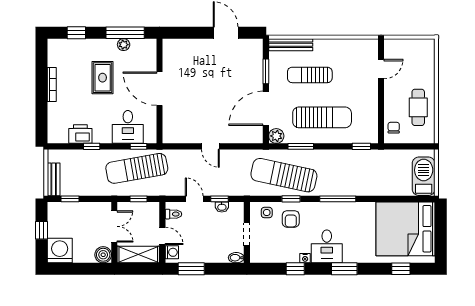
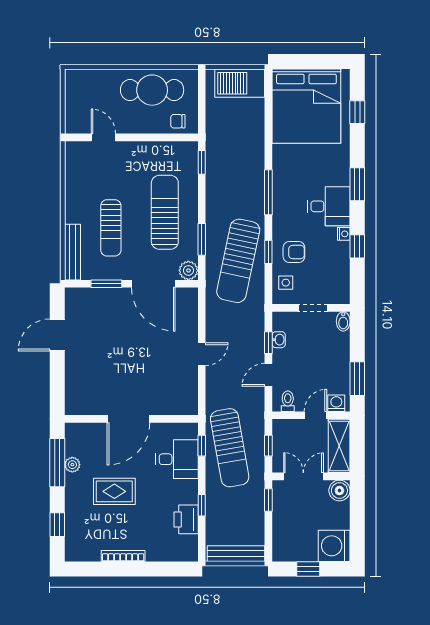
cafe table: (418, 107) -> (152, 90), width x1.37, depth x1.35
bench: (54, 179) -> (236, 554), width x1.36
window: (70, 199) -> (268, 500), moved

